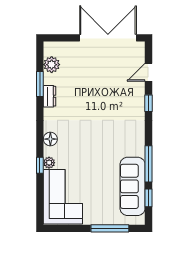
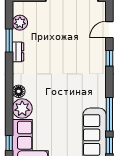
plant: (49, 163) -> (22, 108), width x1.88, depth x1.88
window: (40, 165) -> (9, 143), moved

